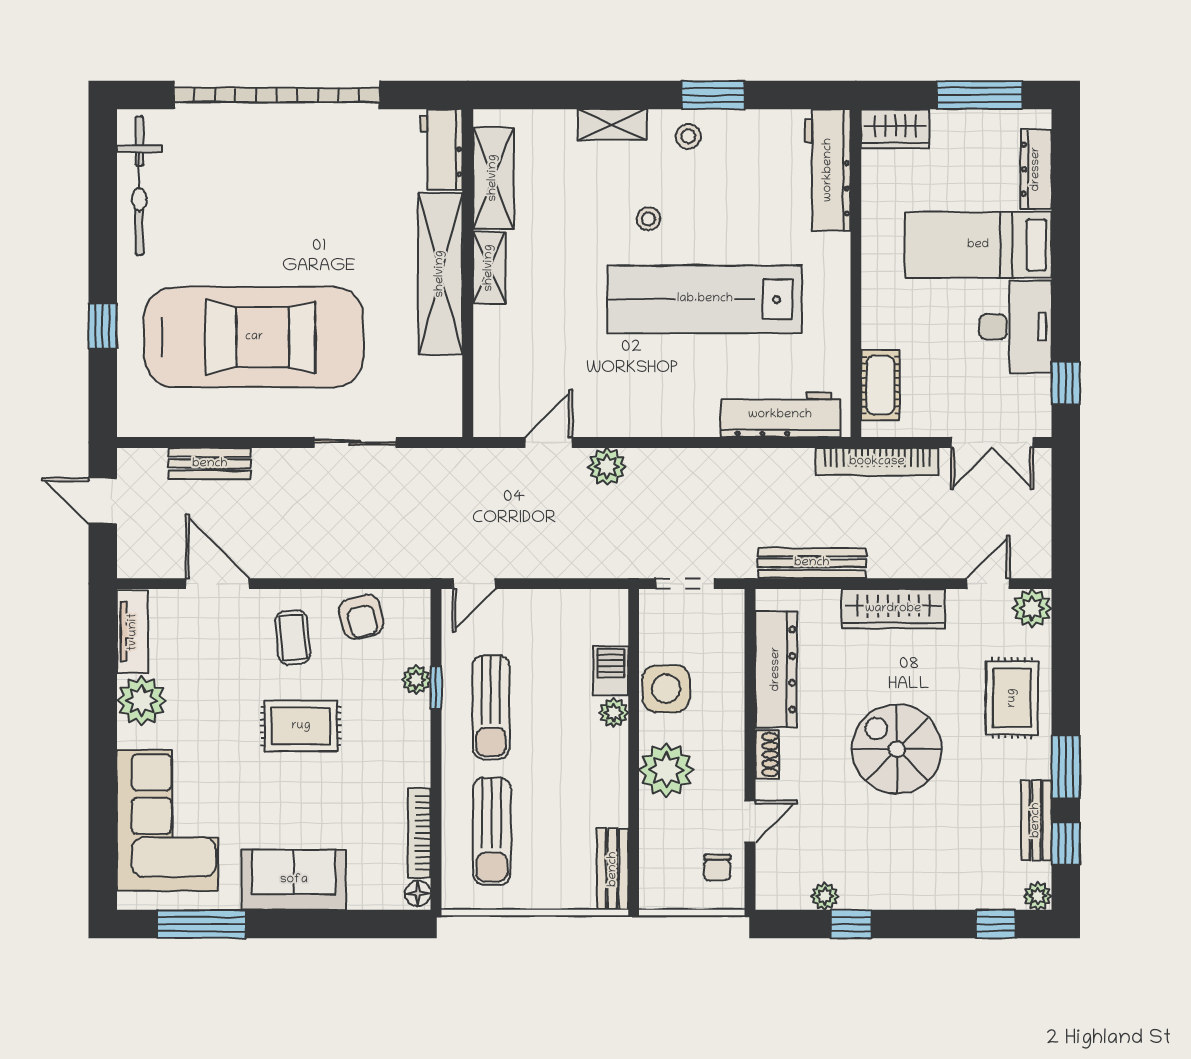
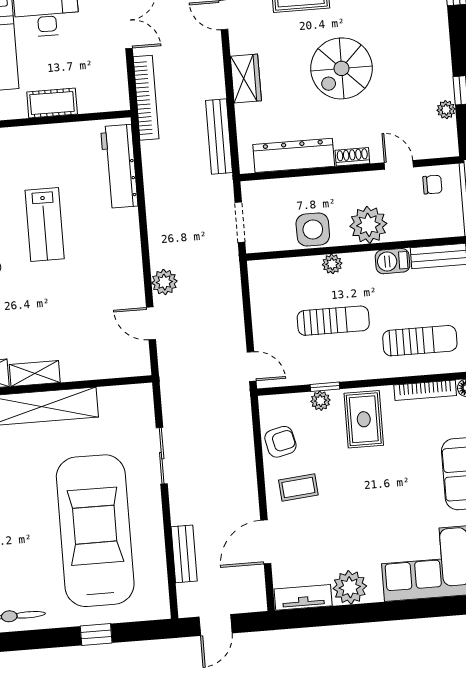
lab bench: (705, 299) -> (45, 225), width x0.54, depth x0.72
cot: (880, 385) -> (52, 103), moved
wardrobe: (893, 609) -> (246, 78), width x0.67
barbecue: (611, 671) -> (393, 261), moved
sun lounger: (491, 707) -> (333, 321), moved
rug: (301, 726) -> (364, 419), moved

